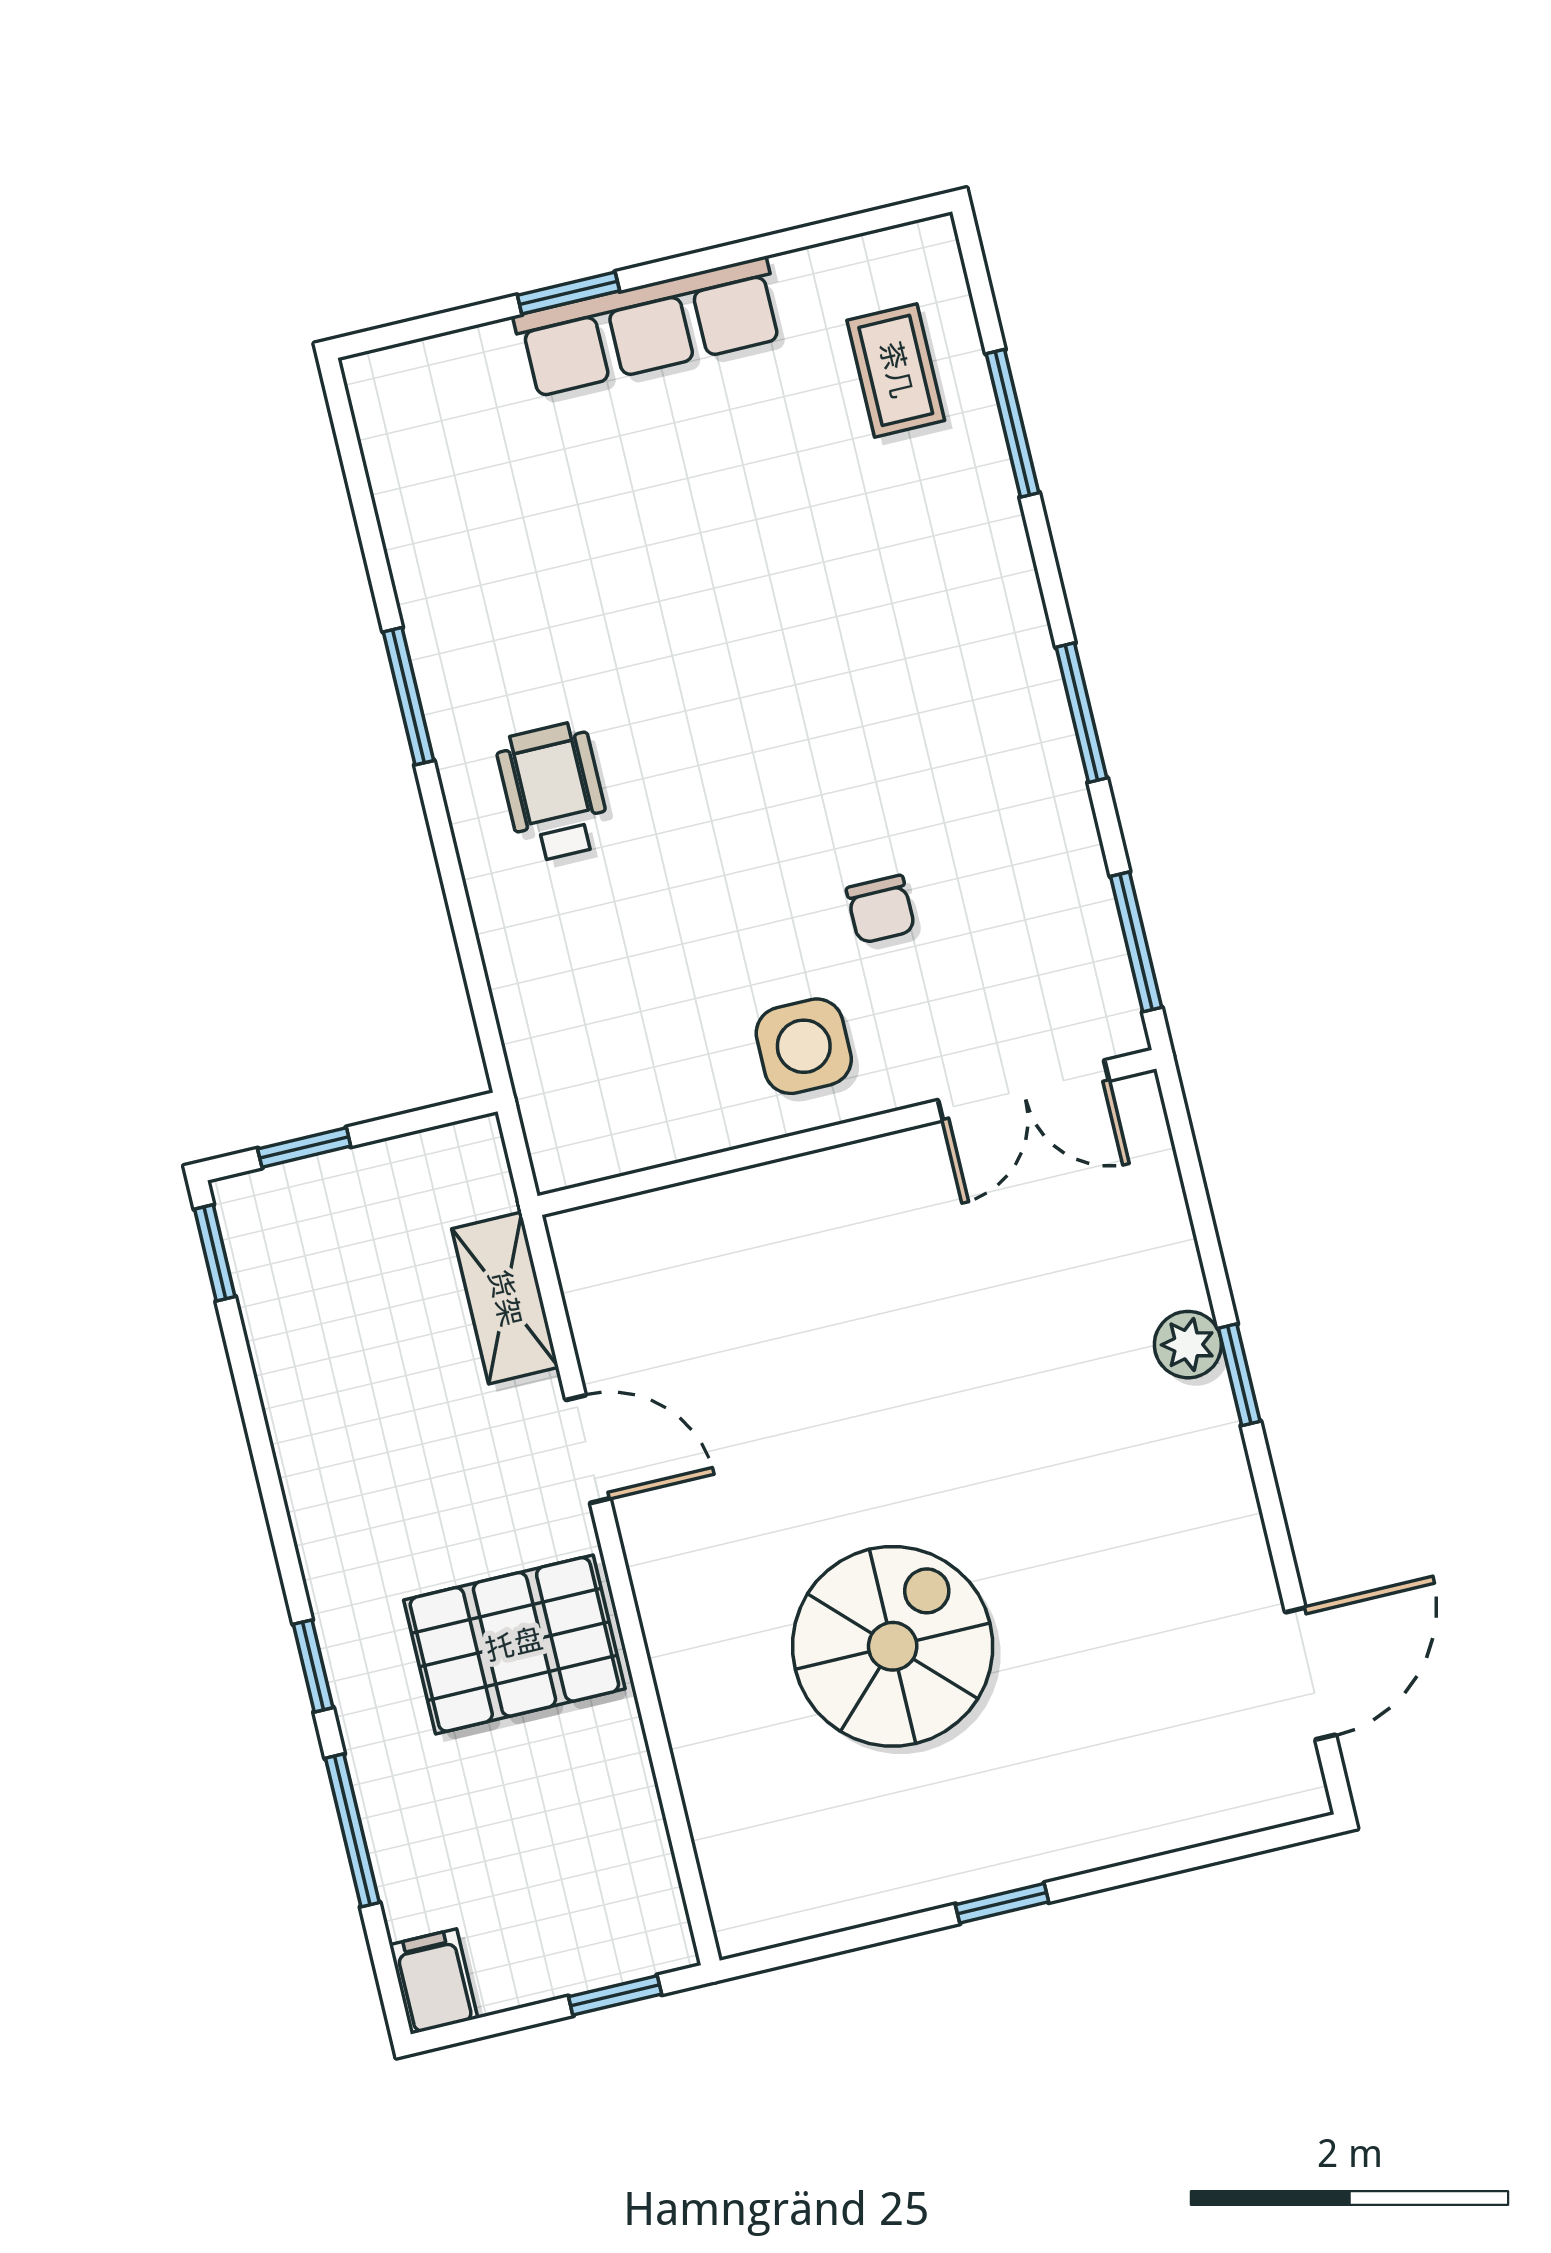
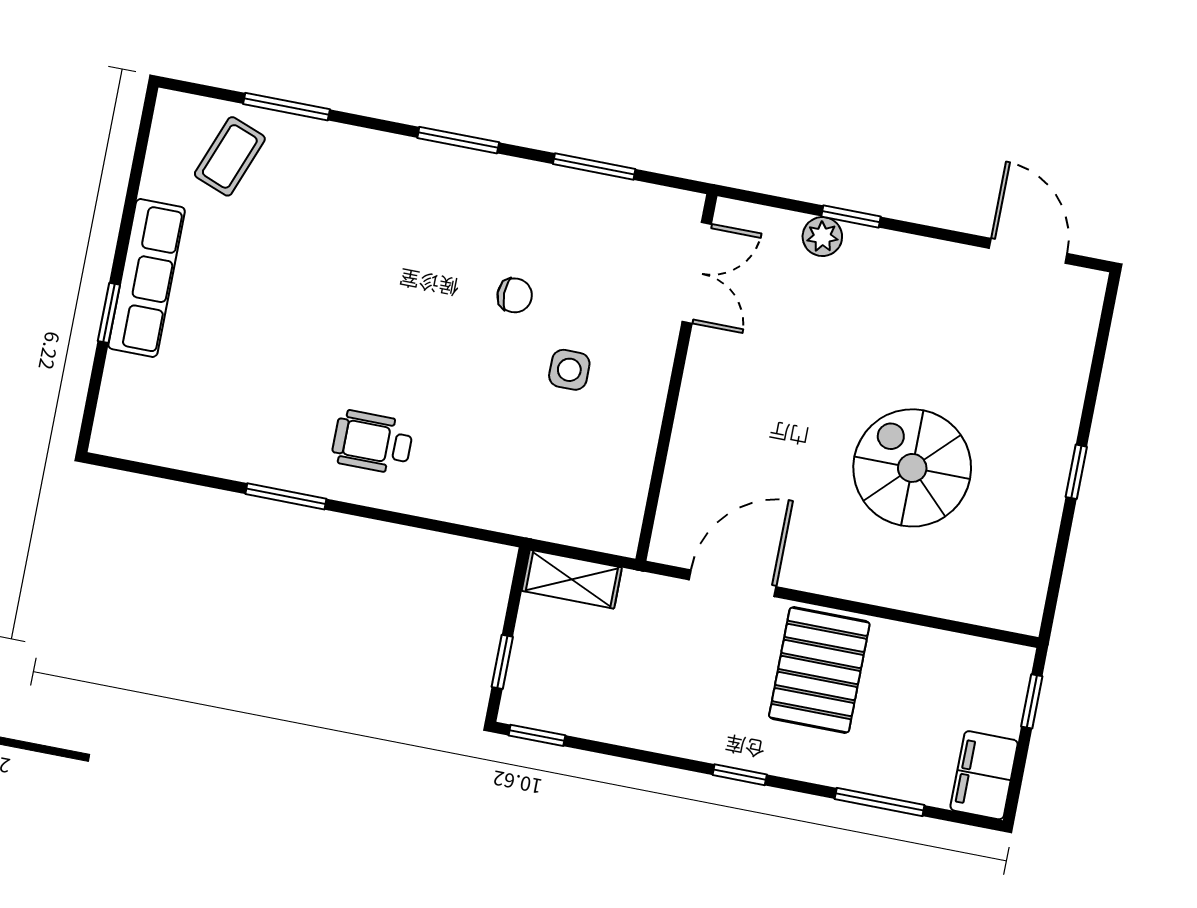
coffee table: (896, 370) -> (230, 156), turned -69
side table: (804, 1046) -> (569, 370), width x0.73, depth x0.73
double door: (1023, 1090) -> (697, 273), moved
wall: (847, 1132) -> (676, 377), moved
shelving: (505, 1298) -> (572, 579), moved
door: (588, 1449) -> (733, 583), width x1.38
window: (313, 1666) -> (740, 775), moved
filing cabinet: (434, 1981) -> (984, 775), width x2.00

